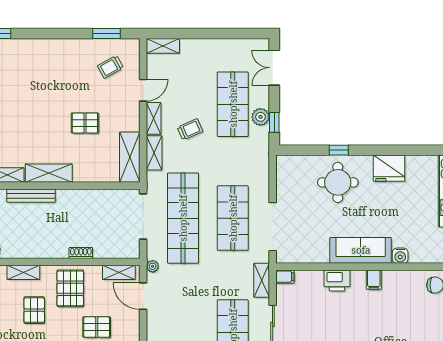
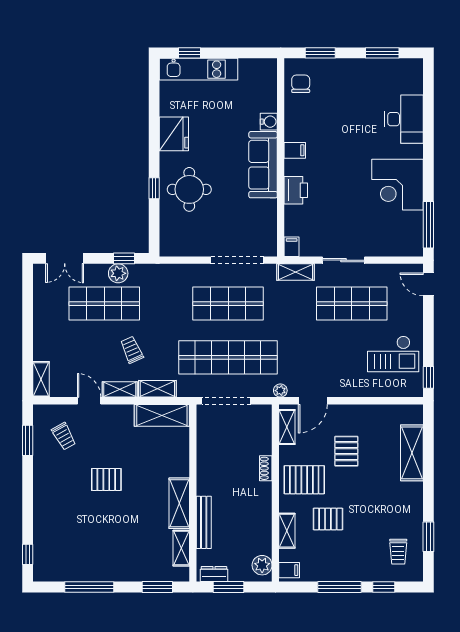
pallet: (85, 123) -> (106, 479), moved, turned 90

